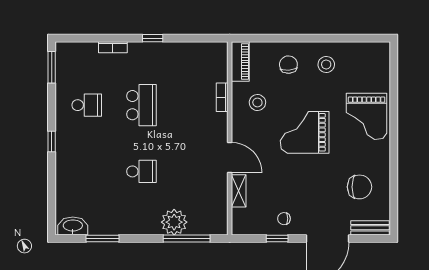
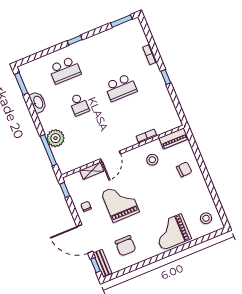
stool: (326, 64) -> (206, 218), moved
school desk: (87, 105) -> (65, 70), moved, width x1.85
grand piano: (305, 132) -> (120, 202), moved
washbasin: (73, 226) -> (38, 102), moved
window: (103, 239) -> (21, 84), moved
window: (277, 239) -> (65, 190), moved
window: (369, 239) -> (95, 265), added

